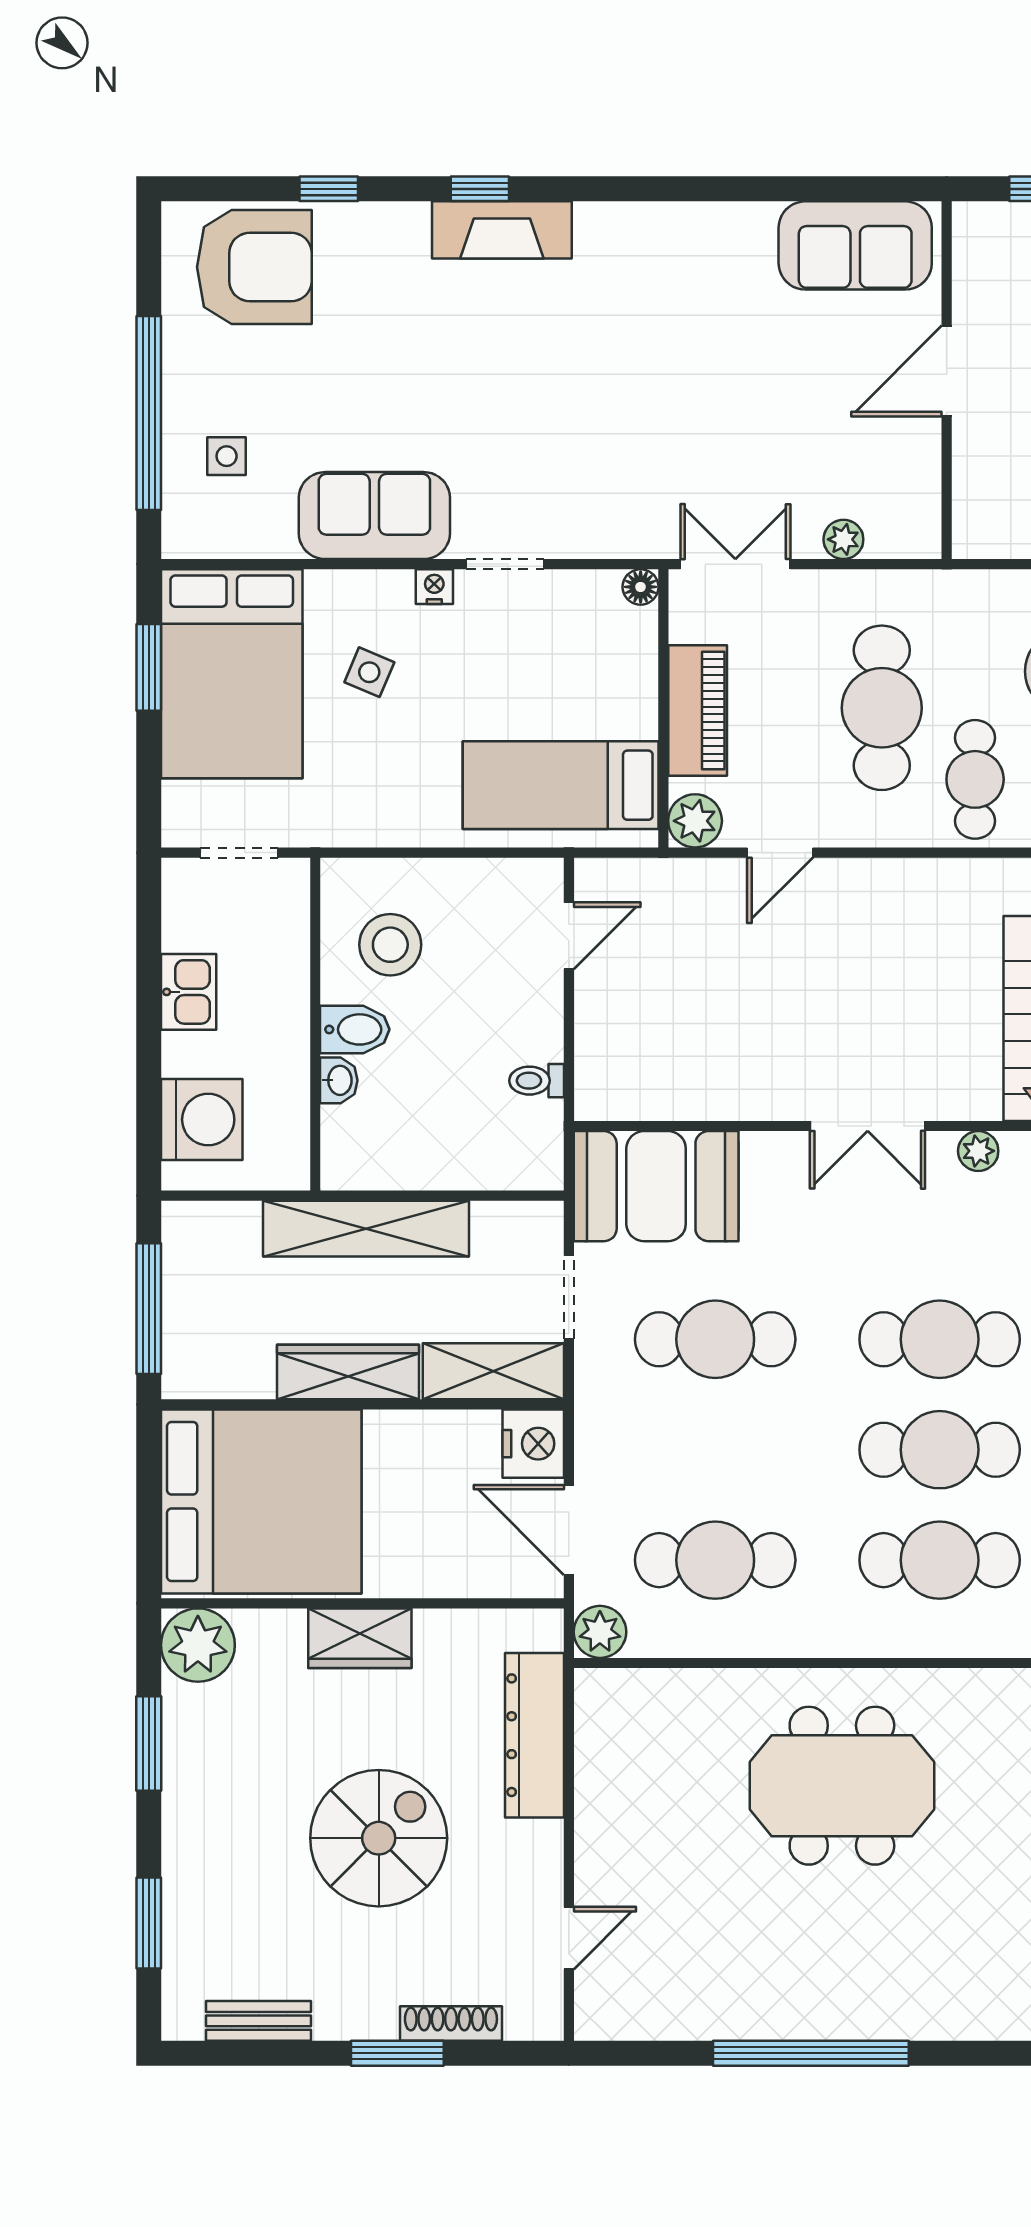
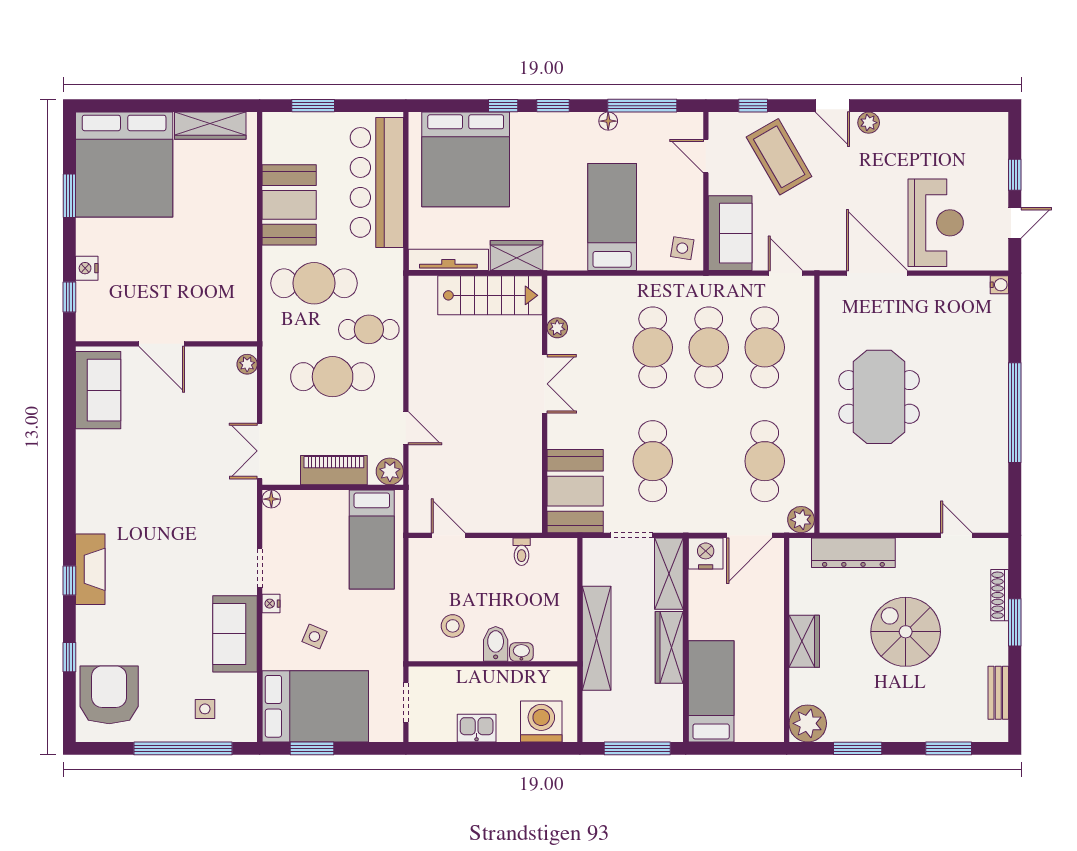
plant: (843, 539) -> (247, 364), moved
stool: (390, 945) -> (453, 626), width x0.73, depth x0.73
bed: (261, 1501) -> (711, 691), width x0.49

